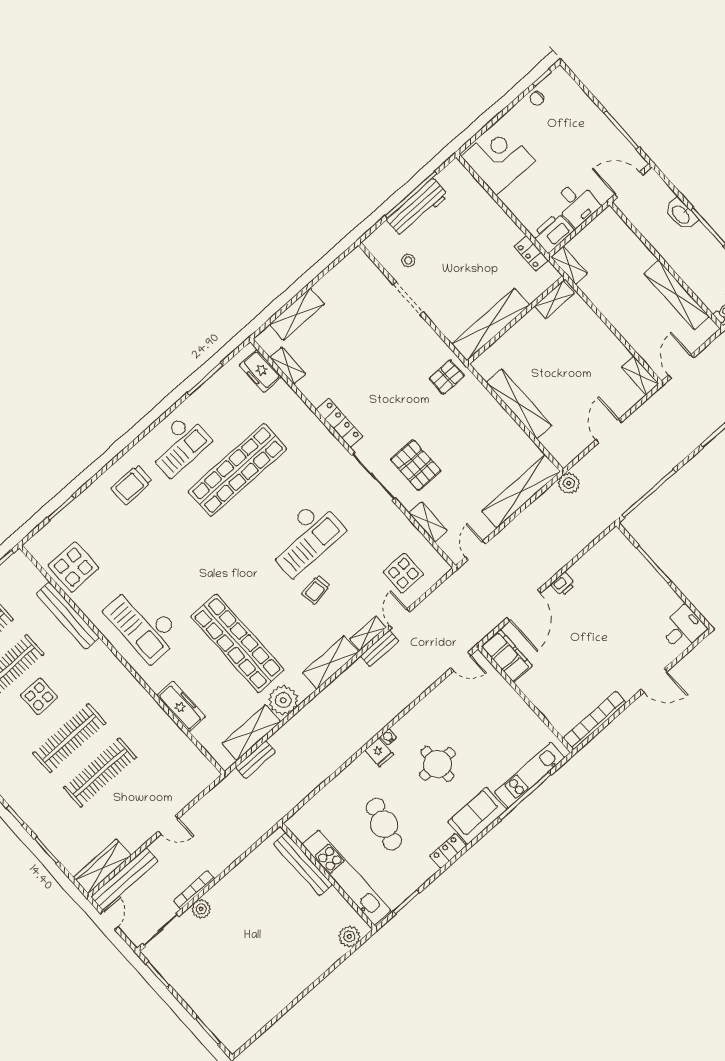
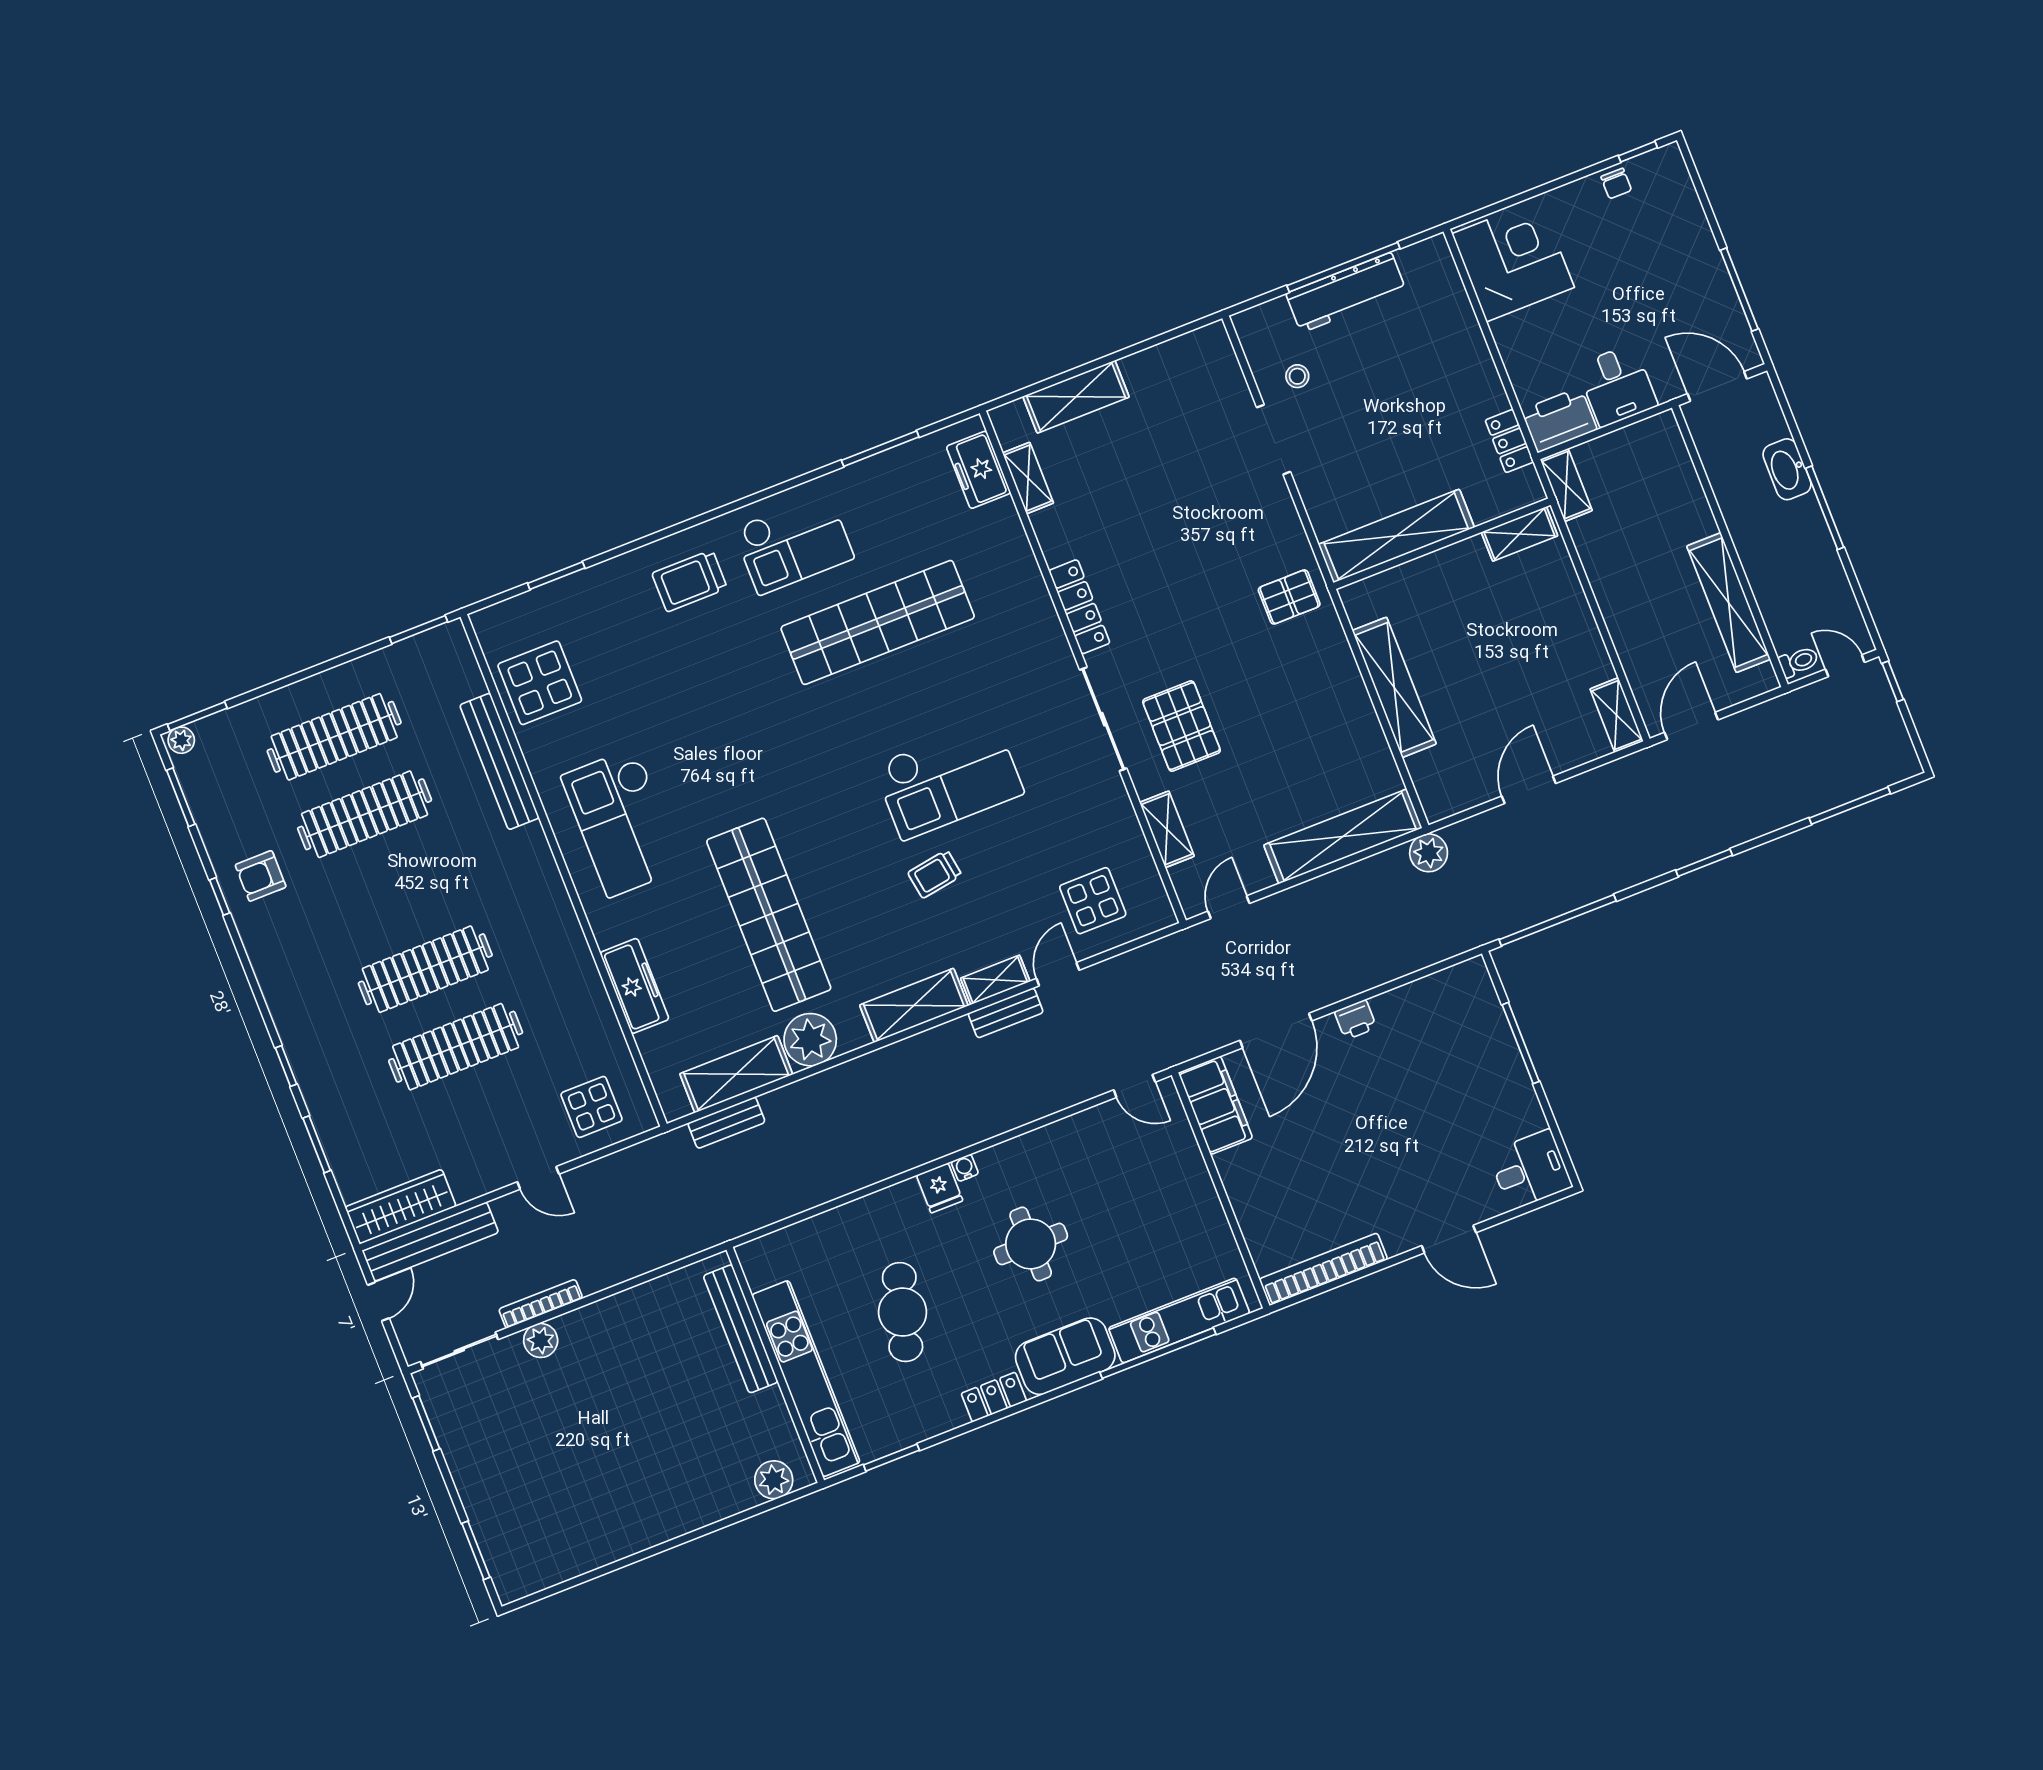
chair: (537, 99) -> (1616, 183), turned -81
display table: (39, 696) -> (591, 1107), moved

